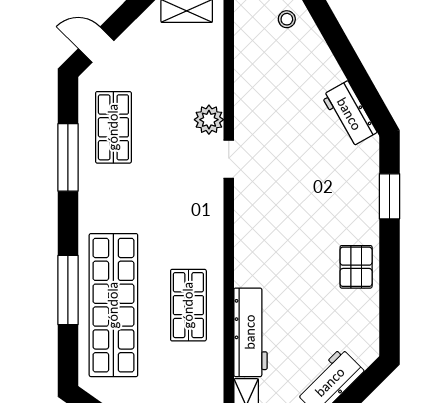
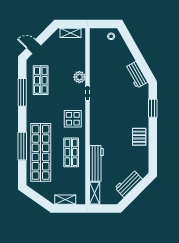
display table: (192, 222) -> (73, 119), added

